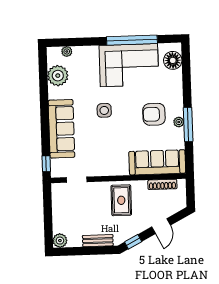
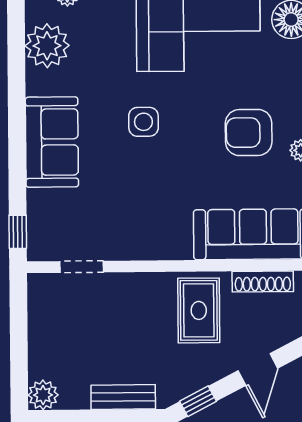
sofa: (61, 129) -> (52, 142), width x0.73
rug: (121, 200) -> (199, 310), moved

